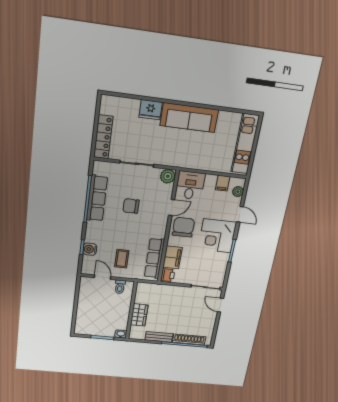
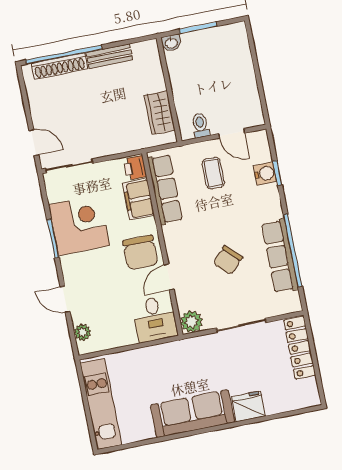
filing cabinet: (223, 183) -> (110, 337), removed
chair: (131, 206) -> (228, 260), turned 134
corner desk: (217, 236) -> (79, 225), moved
wardrobe: (139, 315) -> (160, 113), moved

